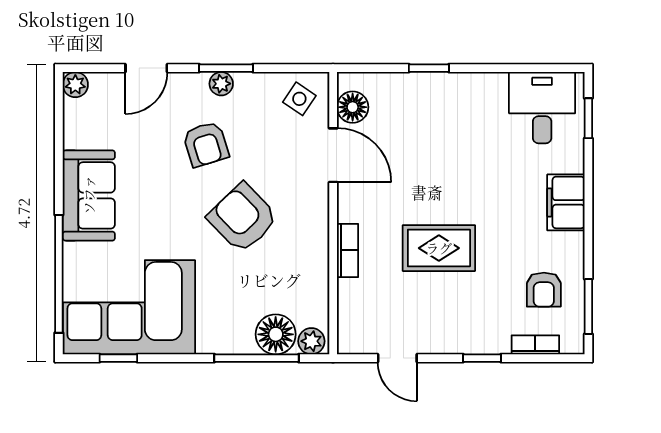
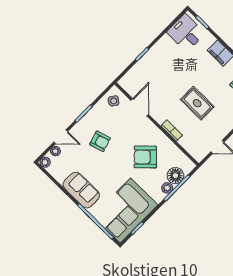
door: (146, 68) -> (61, 137), hinge flipped
plant: (221, 84) -> (55, 151), moved
floor lamp: (353, 107) -> (131, 88), removed
door: (333, 155) -> (140, 107), hinge flipped
armchair: (243, 218) -> (145, 157), moved
rug: (439, 248) -> (197, 103), turned 90
plant: (311, 341) -> (167, 188), moved

